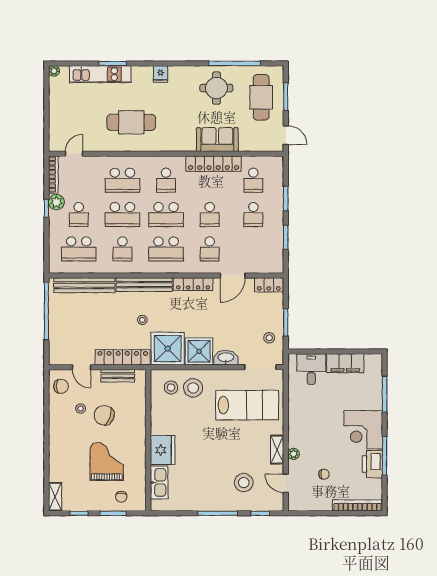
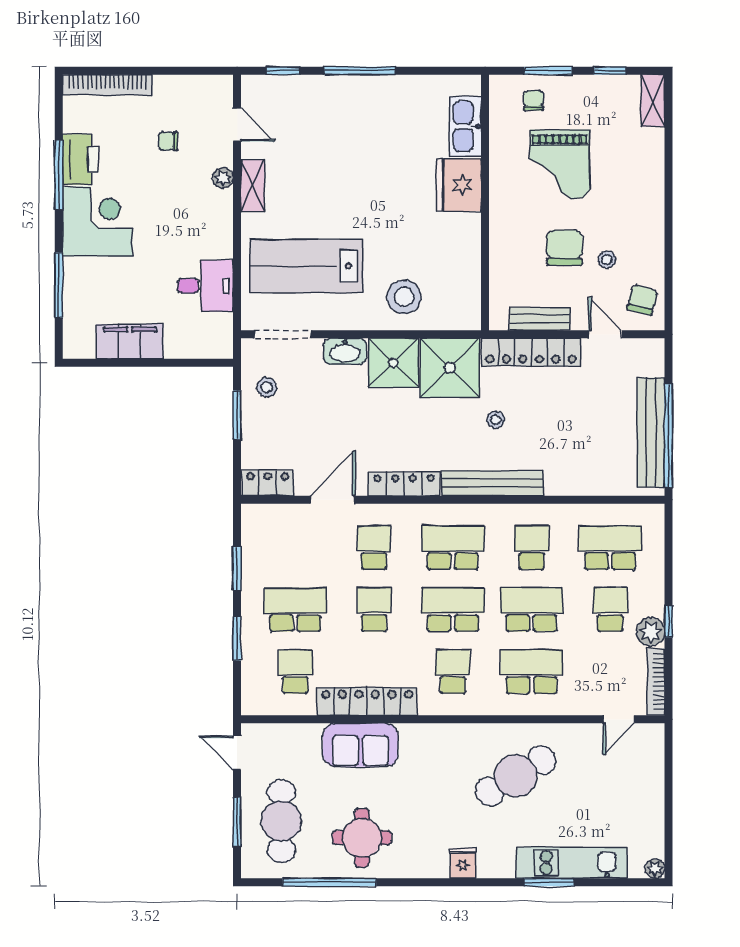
cafe table: (131, 122) -> (516, 776), turned -31
school desk: (253, 215) -> (295, 610), width x1.85
bench: (84, 285) -> (651, 433), moved, turned 90
desk: (311, 369) -> (205, 286), moved, turned -90
chair: (61, 386) -> (642, 300), turned 104
stool: (171, 388) -> (444, 298), removed
chair: (104, 415) -> (565, 248), turned -110
stool: (244, 483) -> (313, 126), removed

